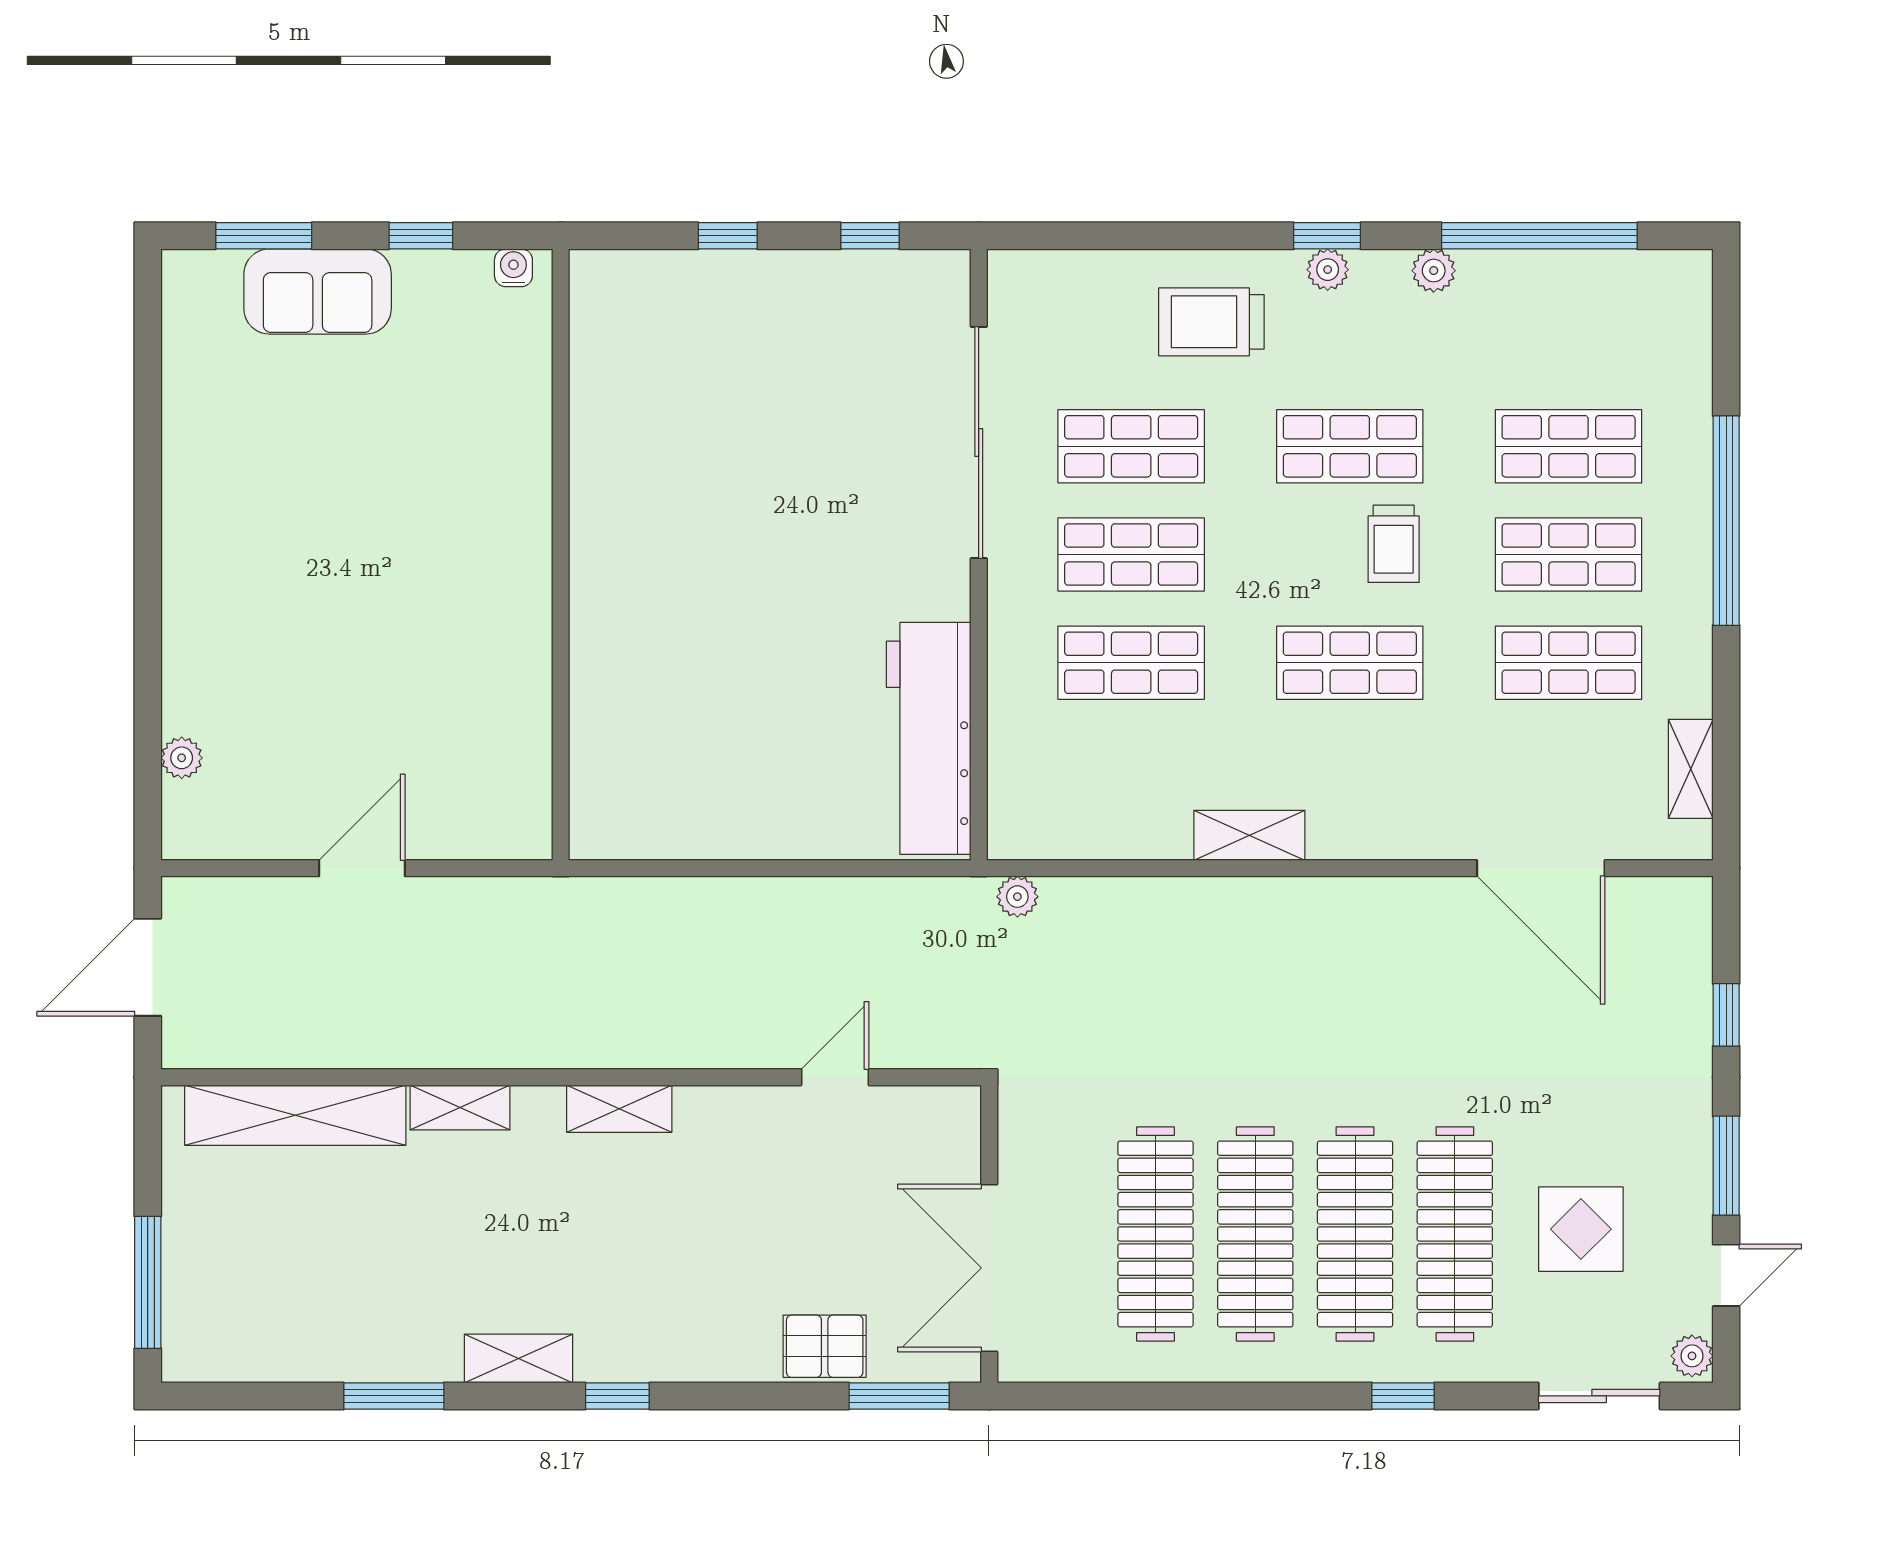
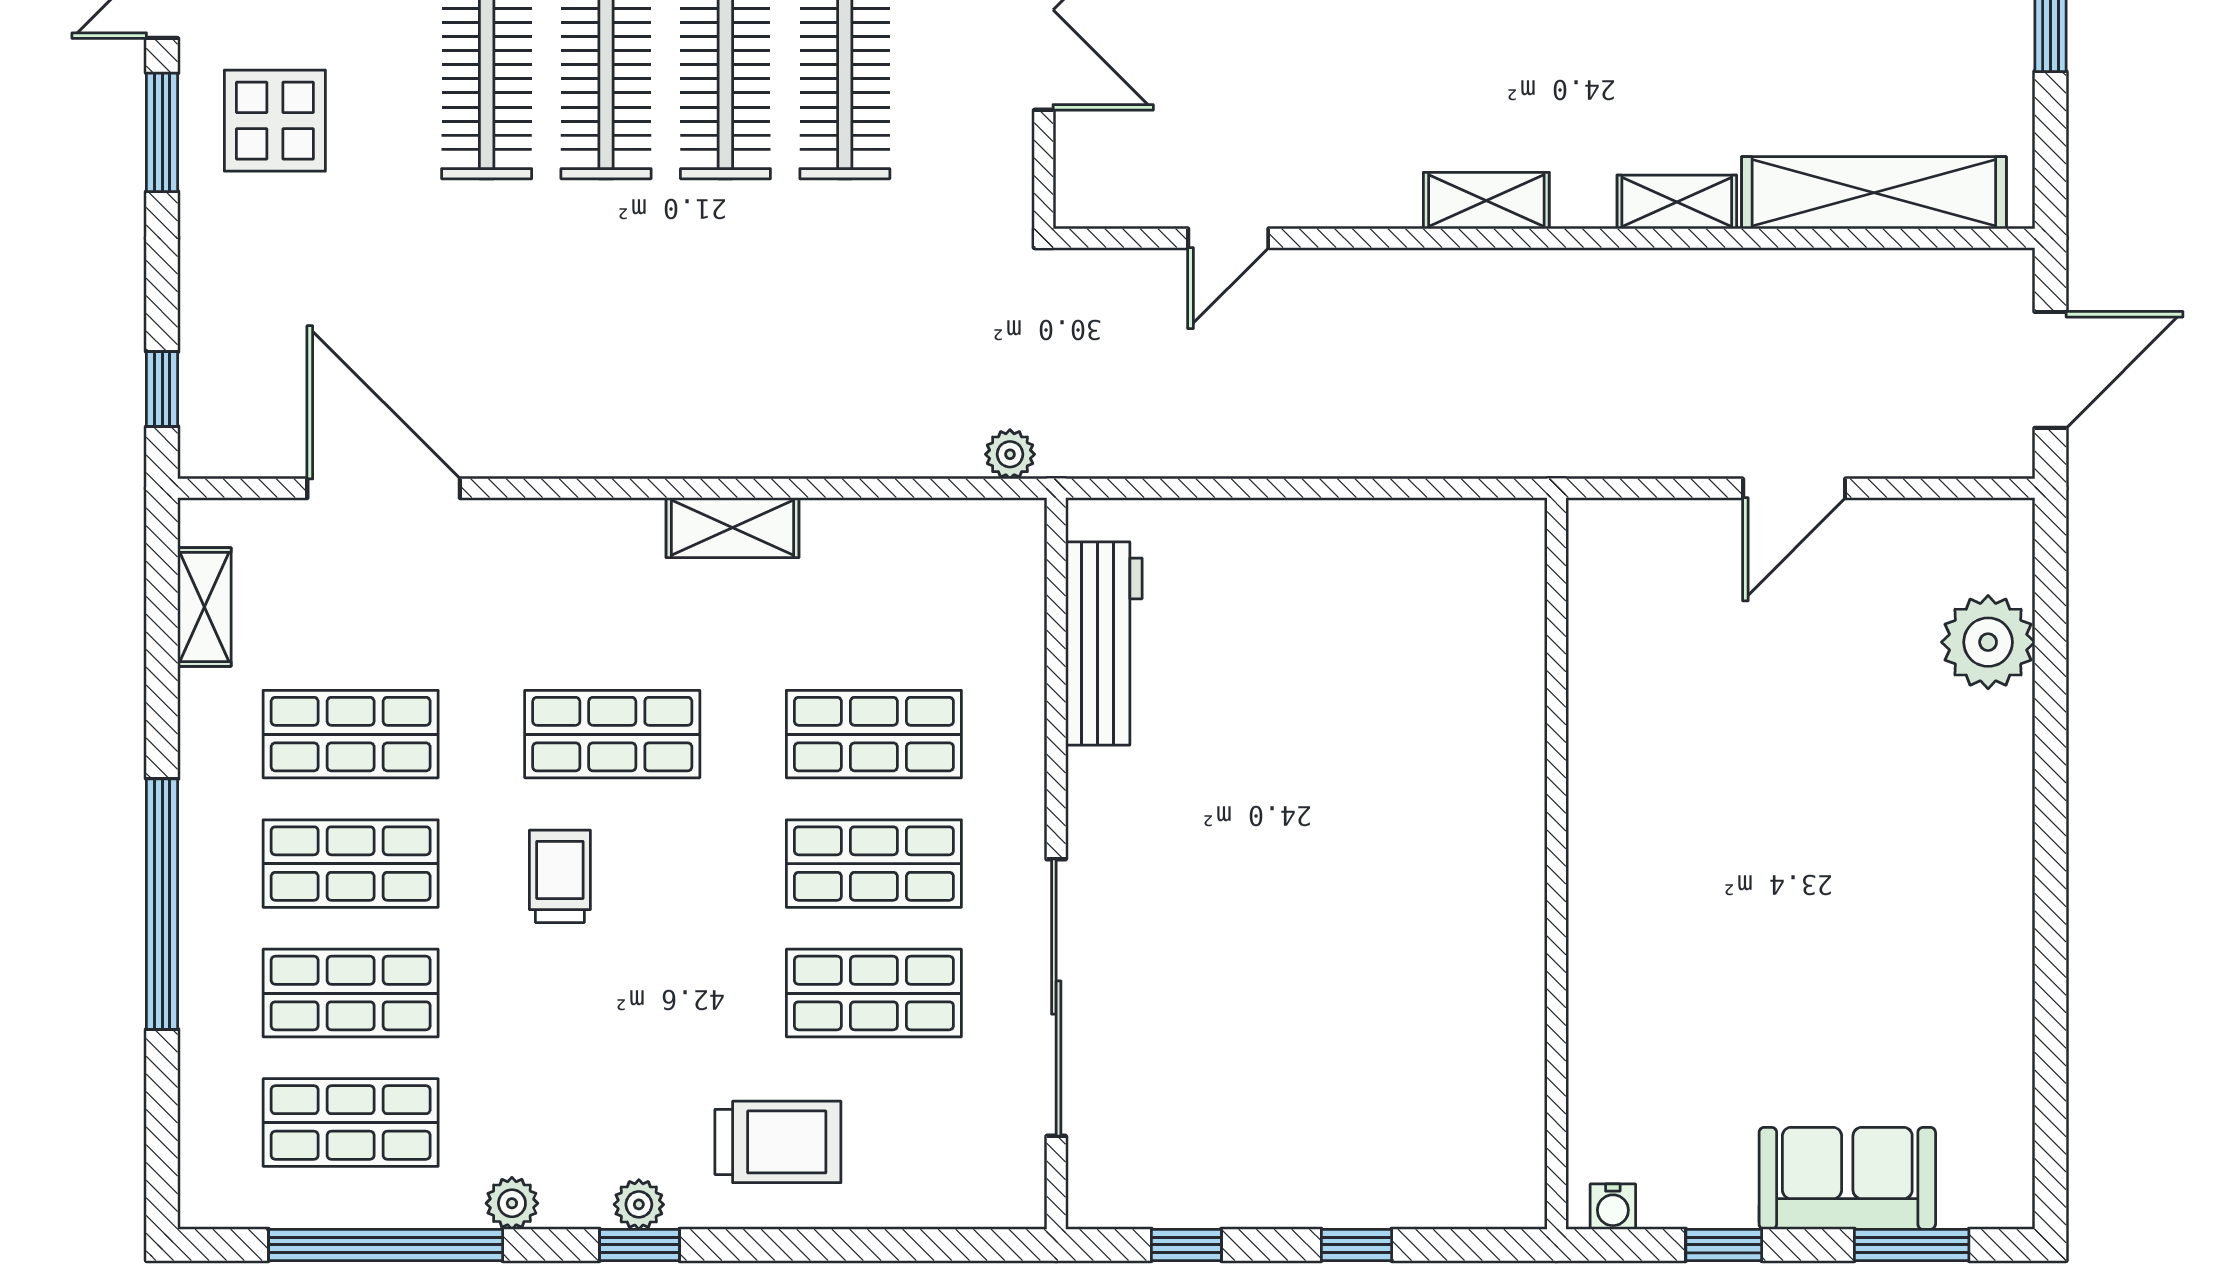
shop shelf: (1350, 446) -> (351, 1122), moved
workbench: (929, 738) -> (1104, 644), width x0.73, depth x0.76
plant: (182, 758) -> (1988, 642), width x1.88, depth x1.88
window: (1726, 1015) -> (162, 389), moved
display table: (1581, 1229) -> (275, 121), moved

